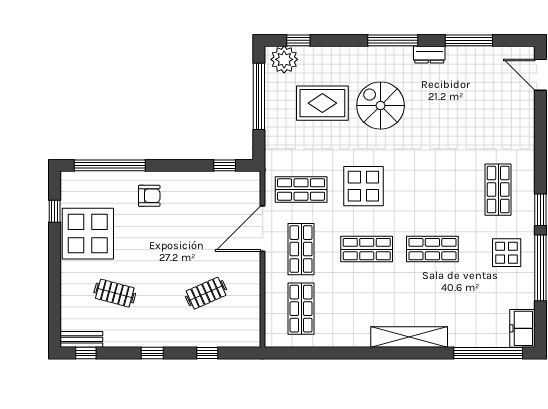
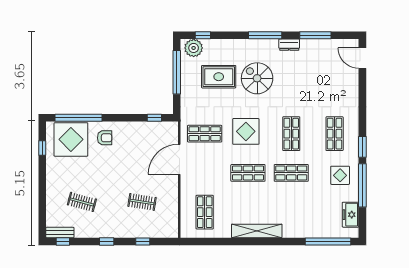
display table: (88, 234) -> (71, 139), moved
shop shelf: (301, 249) -> (291, 134), moved
clothes rail: (206, 293) -> (142, 202), turned 33
freezer: (522, 328) -> (351, 215), moved
shelving: (409, 337) -> (257, 231), moved

